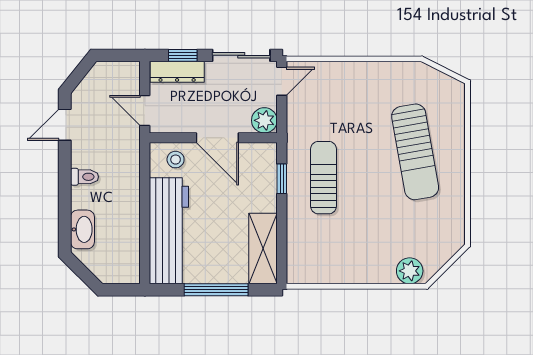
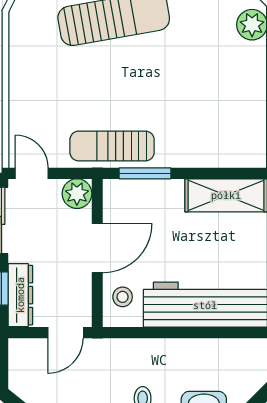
sun lounger: (324, 178) -> (112, 146), moved
window: (282, 179) -> (145, 173), width x1.50

